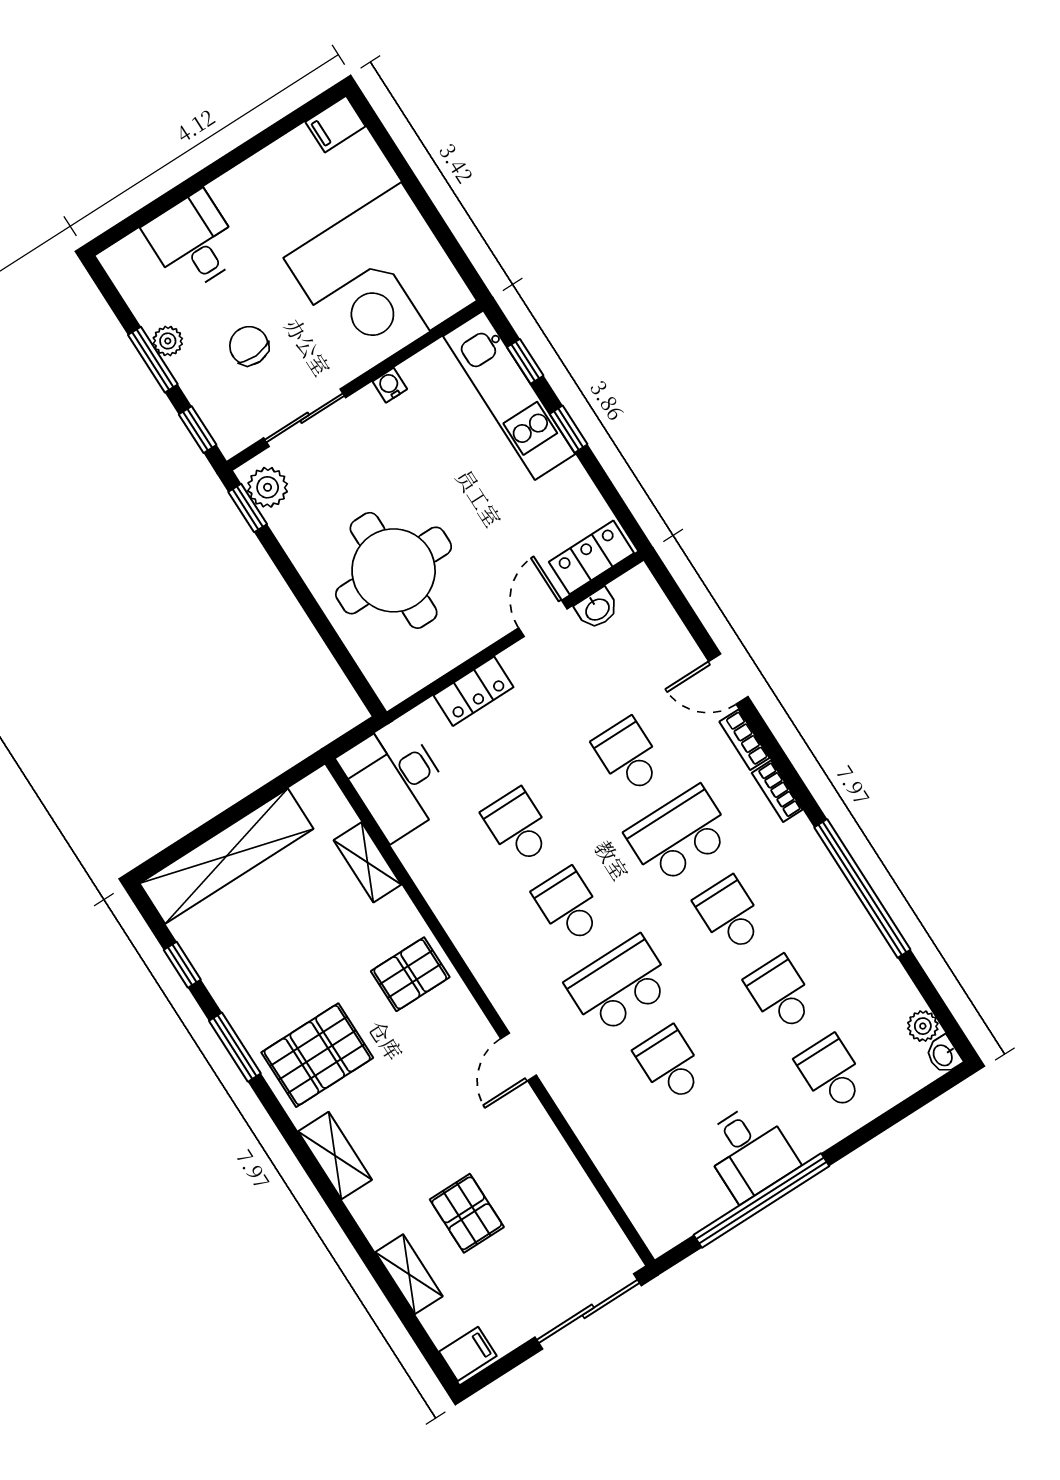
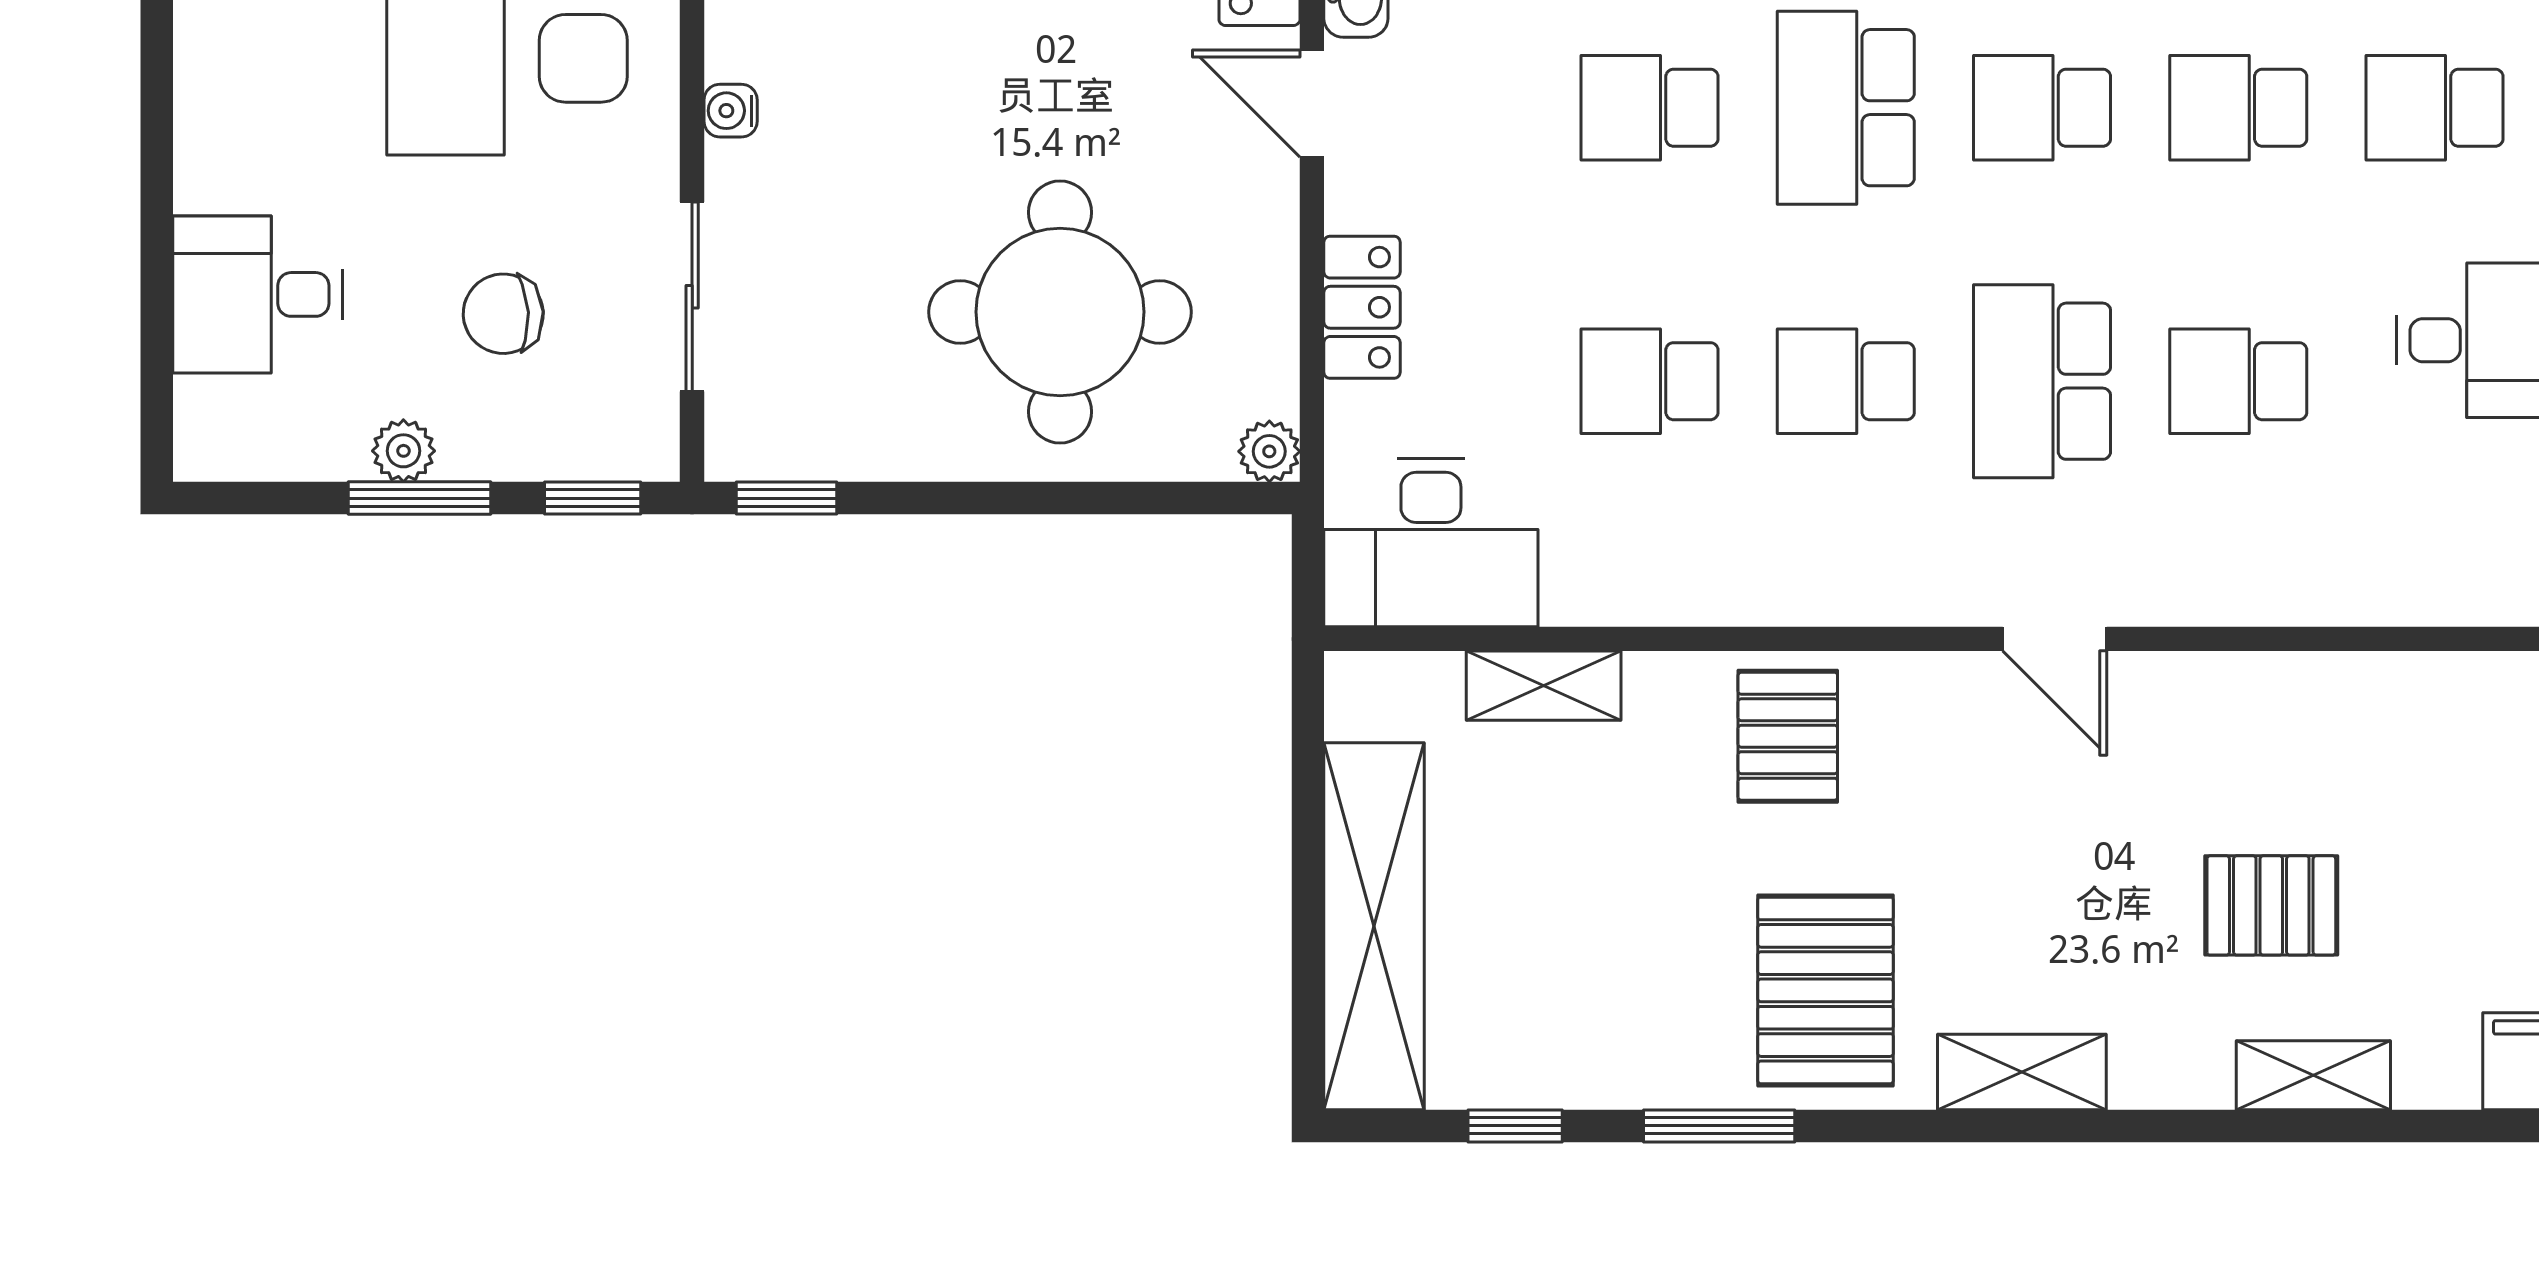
plant: (268, 487) -> (1269, 451), moved, width x0.73, depth x0.73

